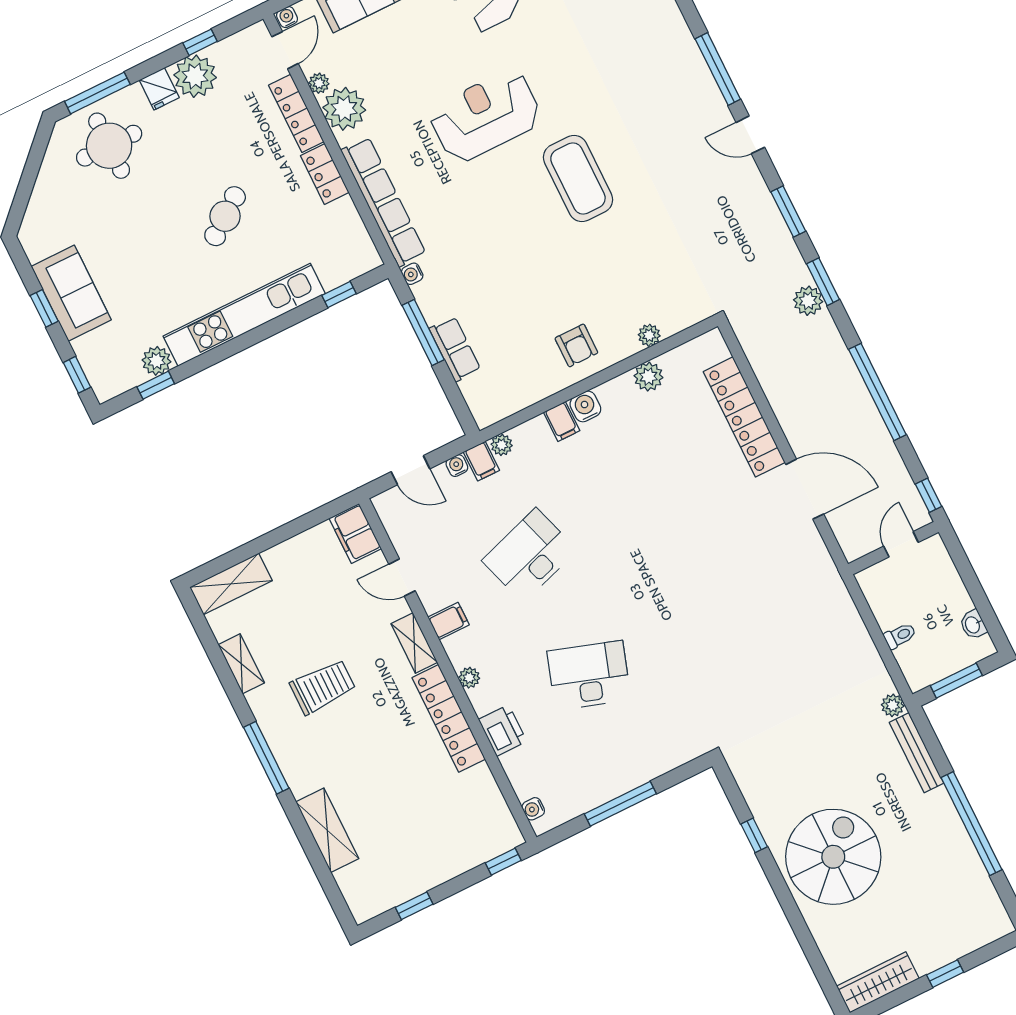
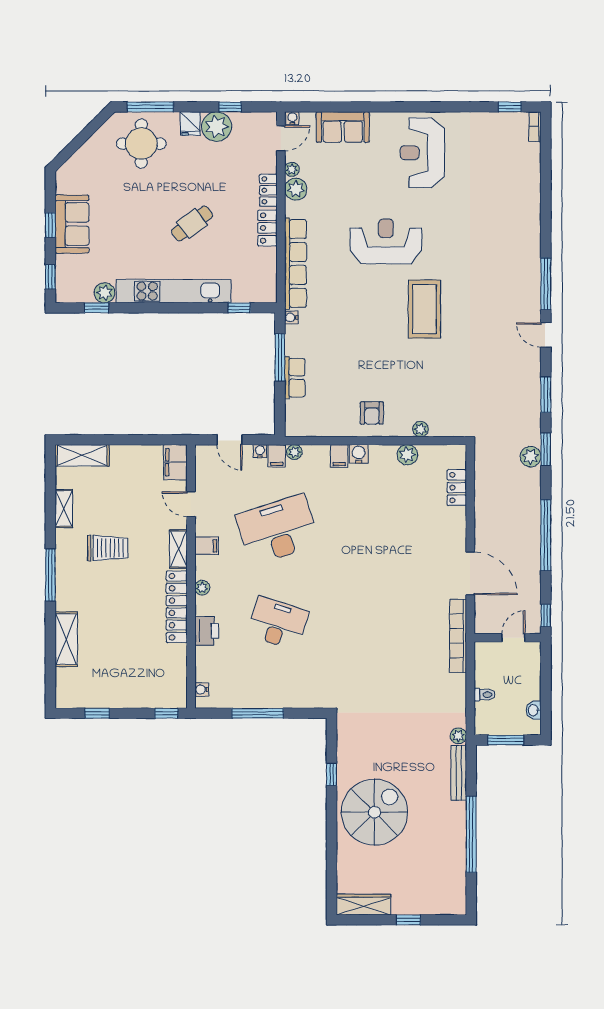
plant: (344, 109) -> (296, 189), width x0.73, depth x0.73
locker: (296, 113) -> (268, 190), width x0.66
locker: (744, 417) -> (457, 488), width x0.46, depth x0.83
desk: (530, 555) -> (278, 530), width x1.36, depth x1.30
bookcase: (829, 577) -> (458, 636), added

